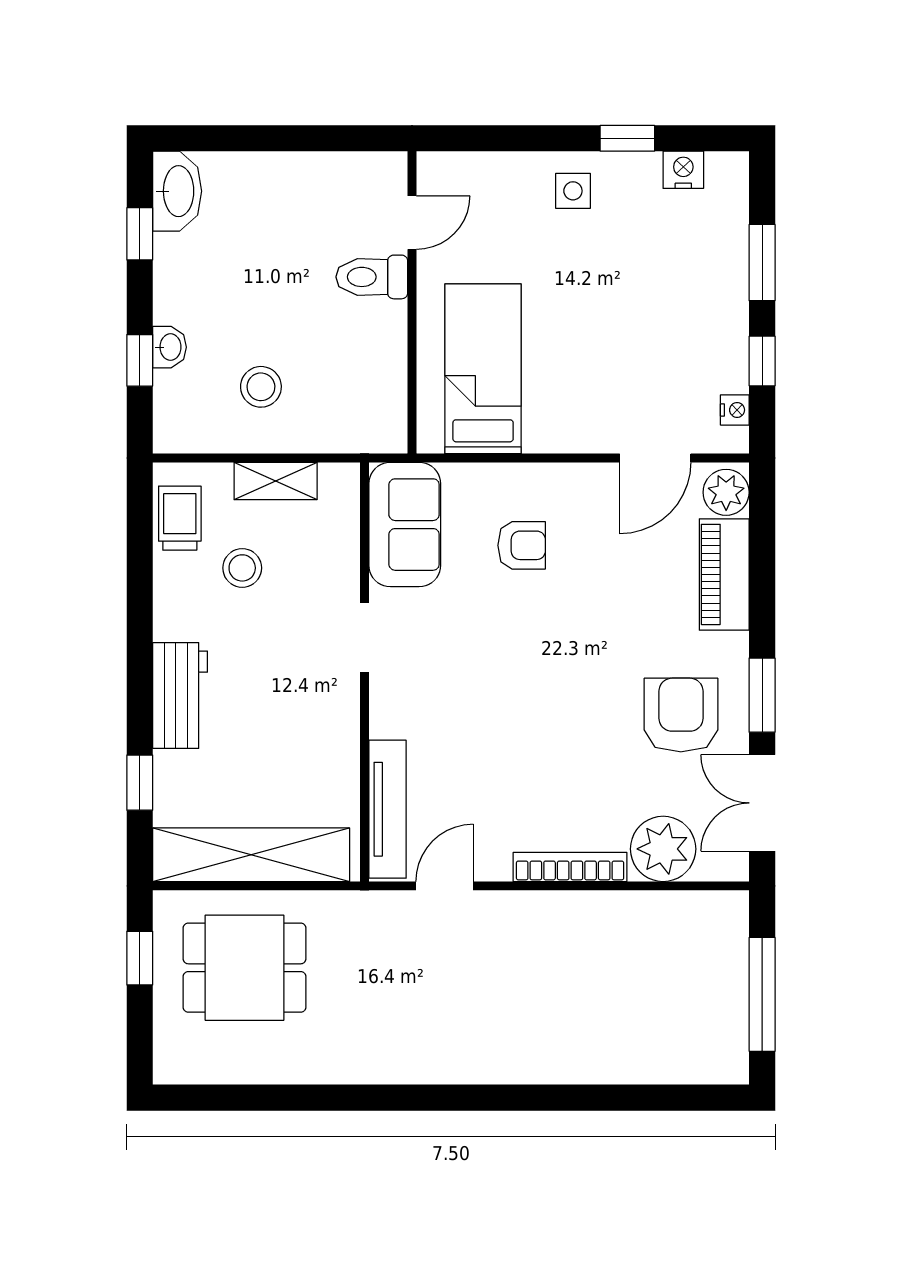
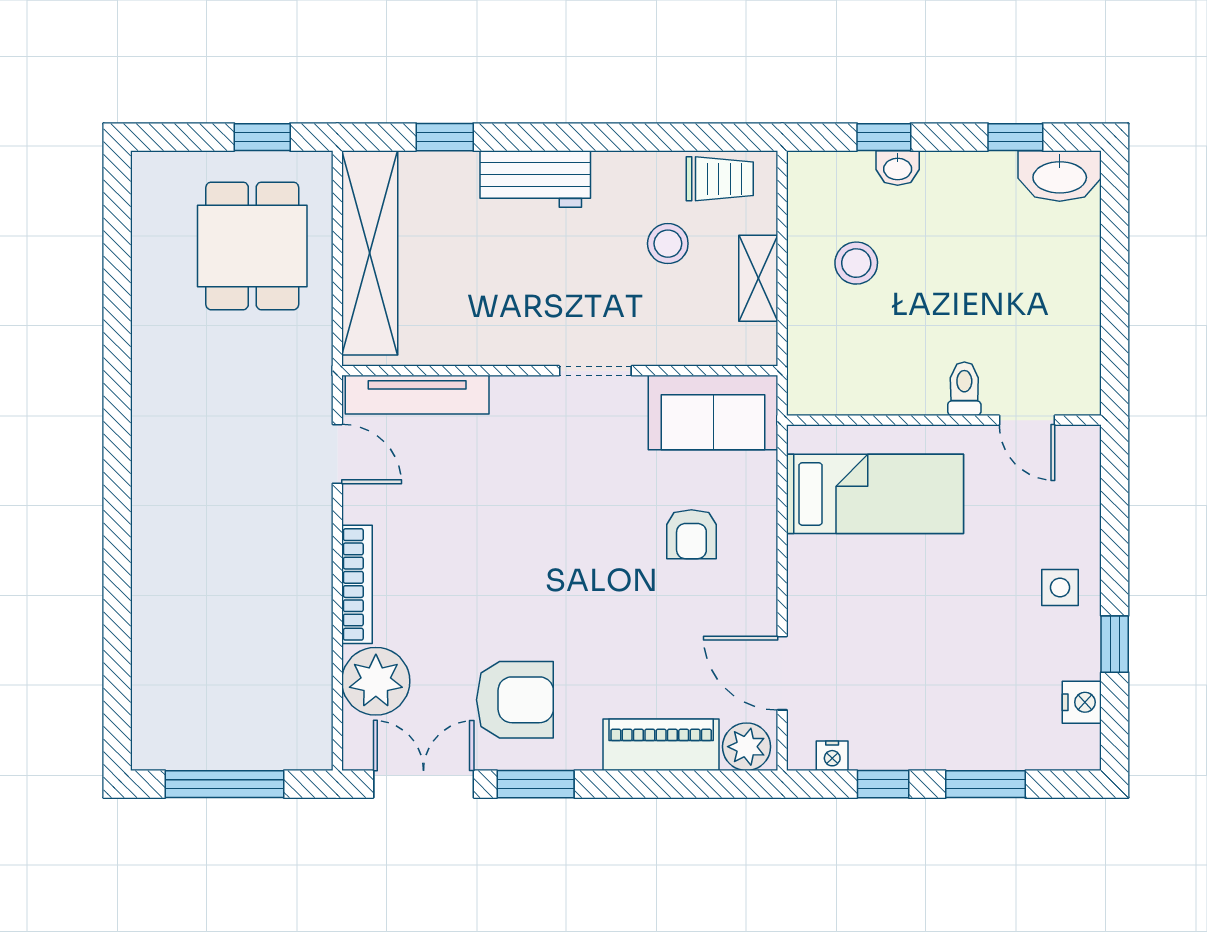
toilet: (372, 277) -> (964, 389), width x0.73, depth x0.72

